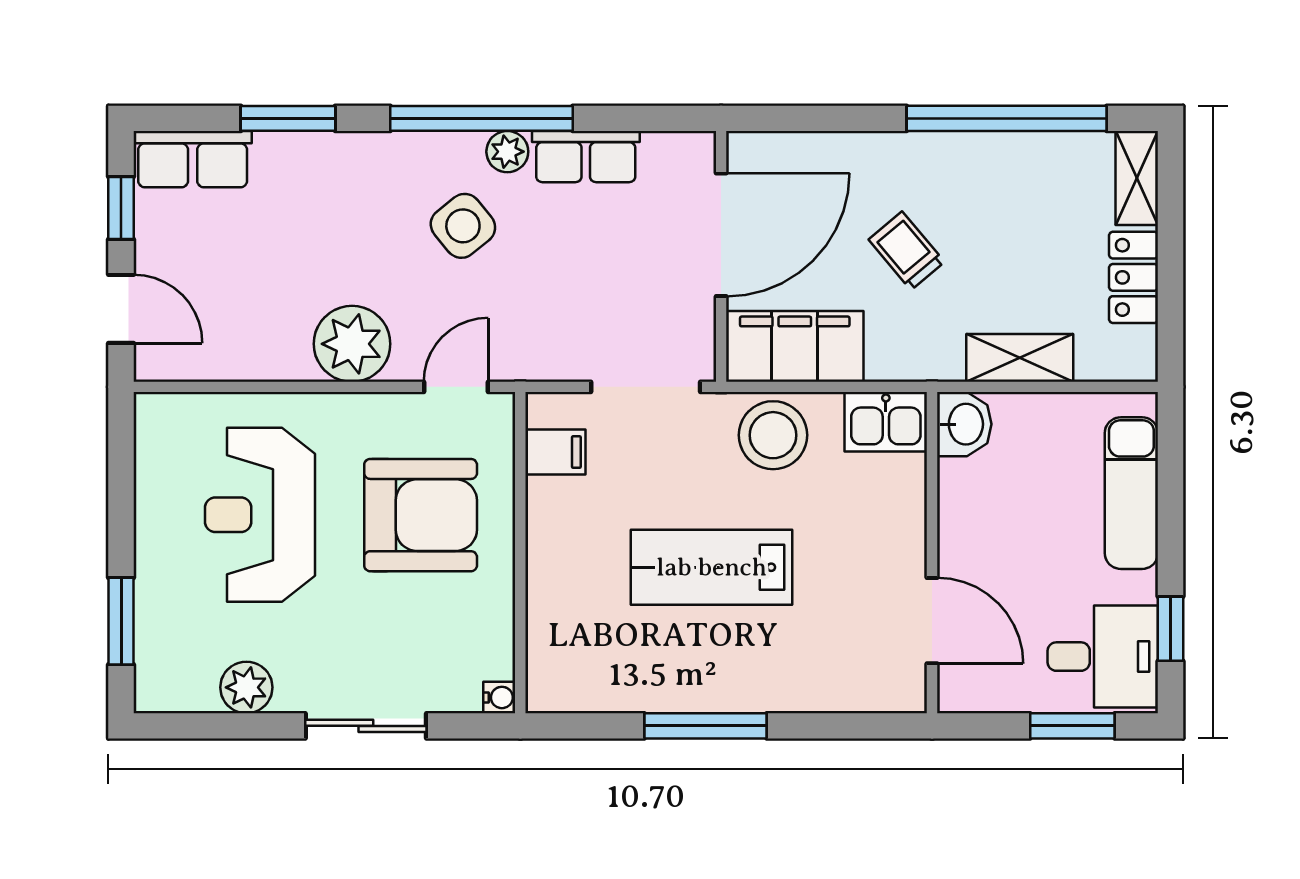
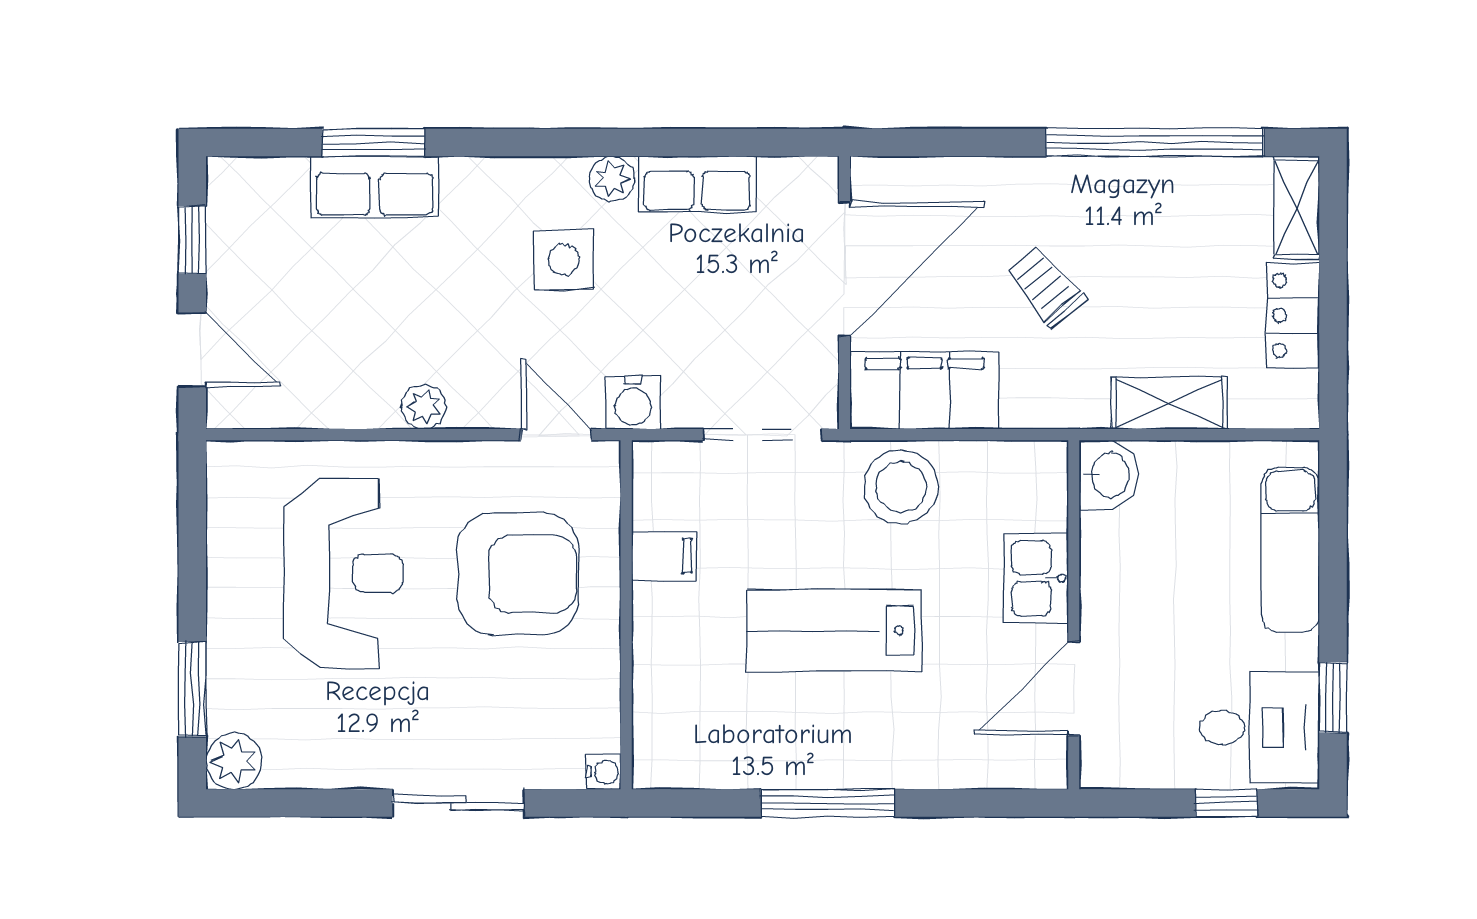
window: (482, 118) -> (584, 143), removed
row of seats: (193, 159) -> (375, 187), moved
side table: (463, 226) -> (564, 259), turned 38
plant: (352, 344) -> (424, 407), width x0.53, depth x0.53
water cooler: (527, 357) -> (633, 402), added
door: (456, 387) -> (556, 435), hinge flipped
kitchen sink: (886, 422) -> (1036, 578), moved, turned 90
filing cabinet: (555, 452) -> (664, 556), moved
reception desk: (260, 515) -> (343, 573), turned 180
door: (932, 621) -> (1074, 689), swing flipped
plant: (246, 687) -> (234, 761), moved
window: (1072, 726) -> (1226, 803), width x0.67

